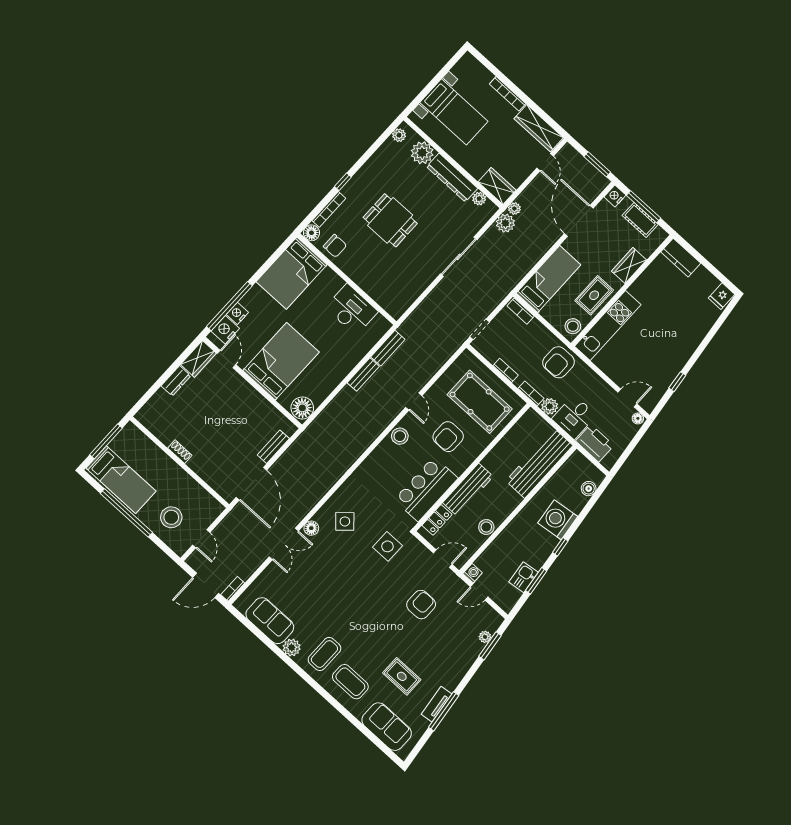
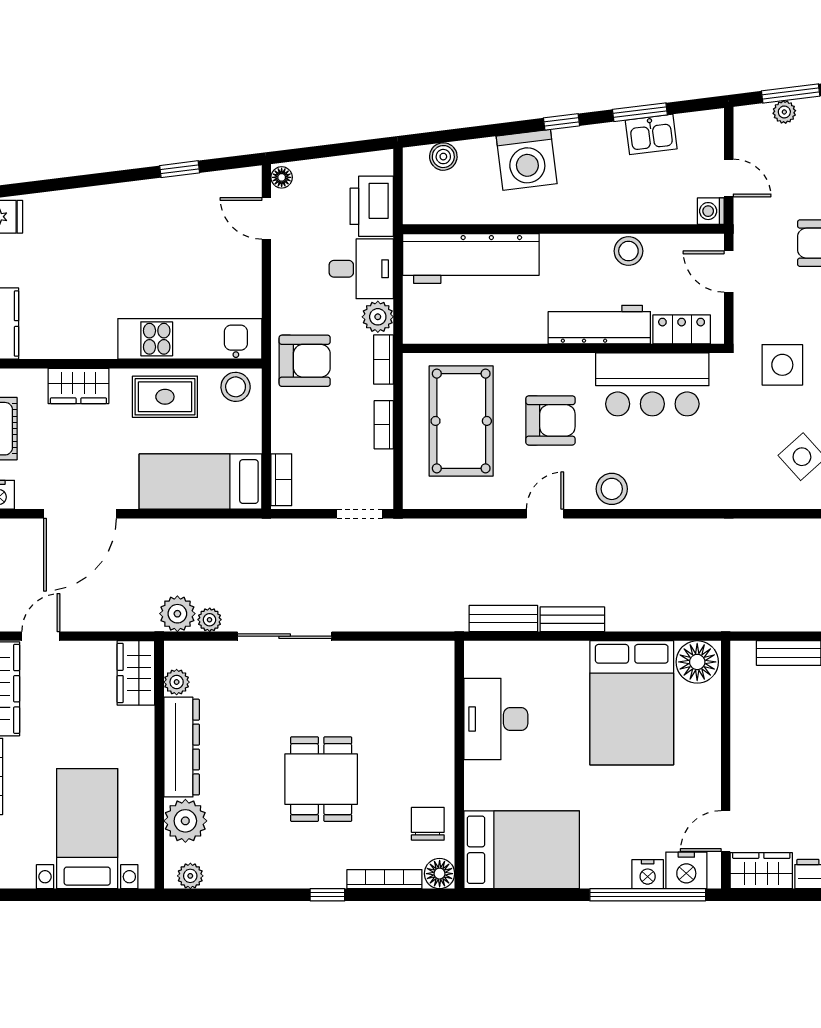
plant: (514, 209) -> (210, 620), moved
bed: (281, 361) -> (632, 703), moved, turned -90

